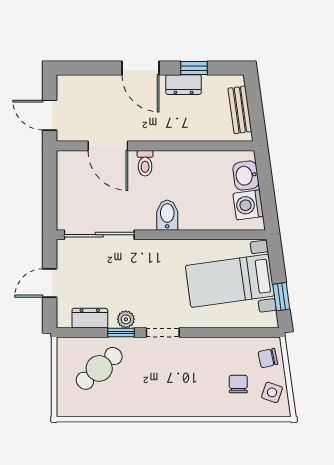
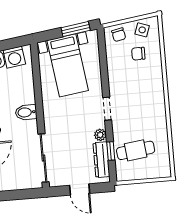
window: (281, 297) -> (76, 29), width x1.50
dresser: (90, 318) -> (101, 160), width x1.44
window: (121, 332) -> (111, 151), moved
cafe table: (99, 368) -> (136, 150), turned -56

